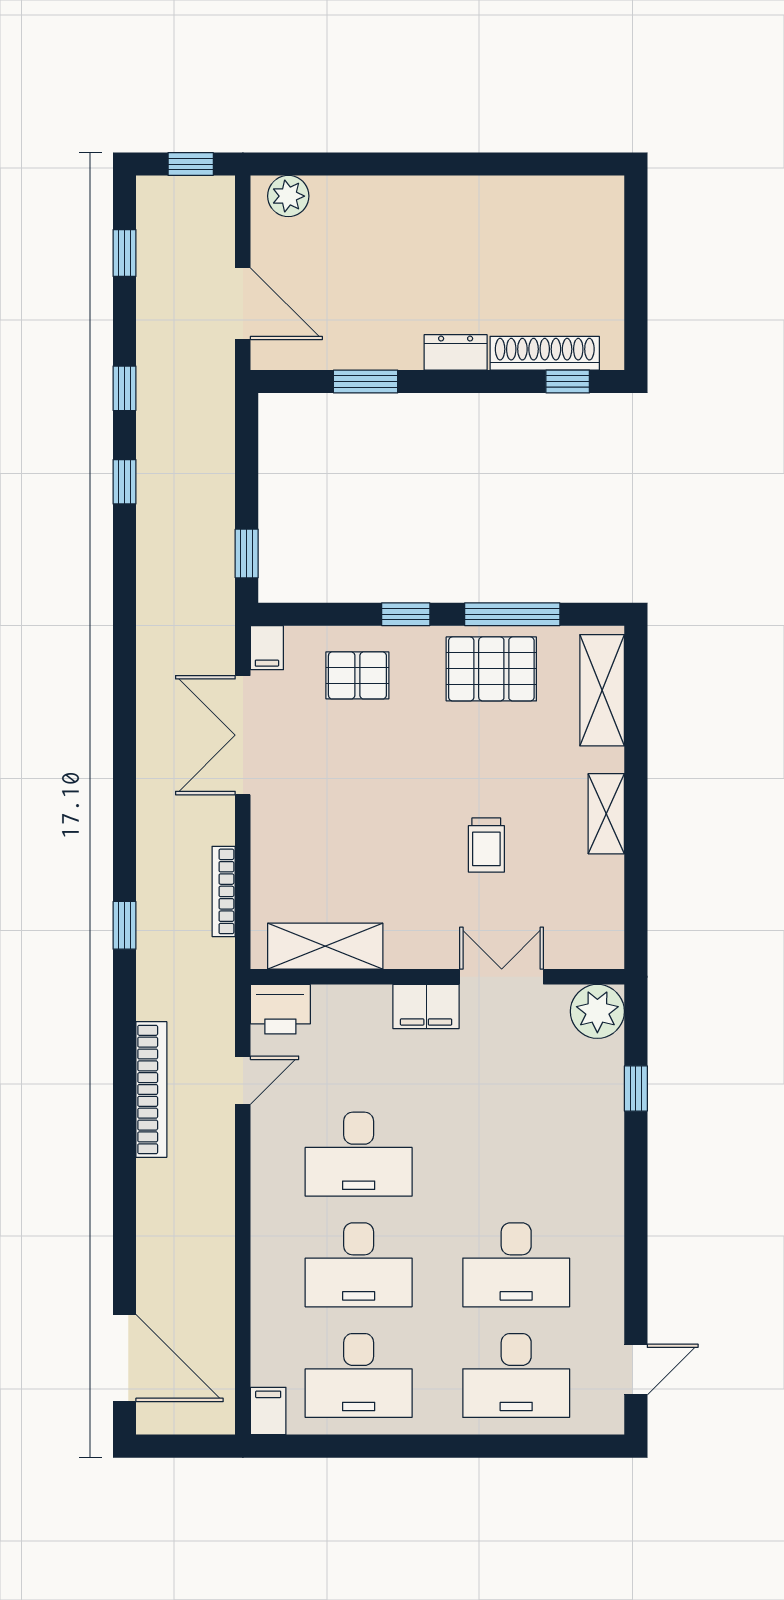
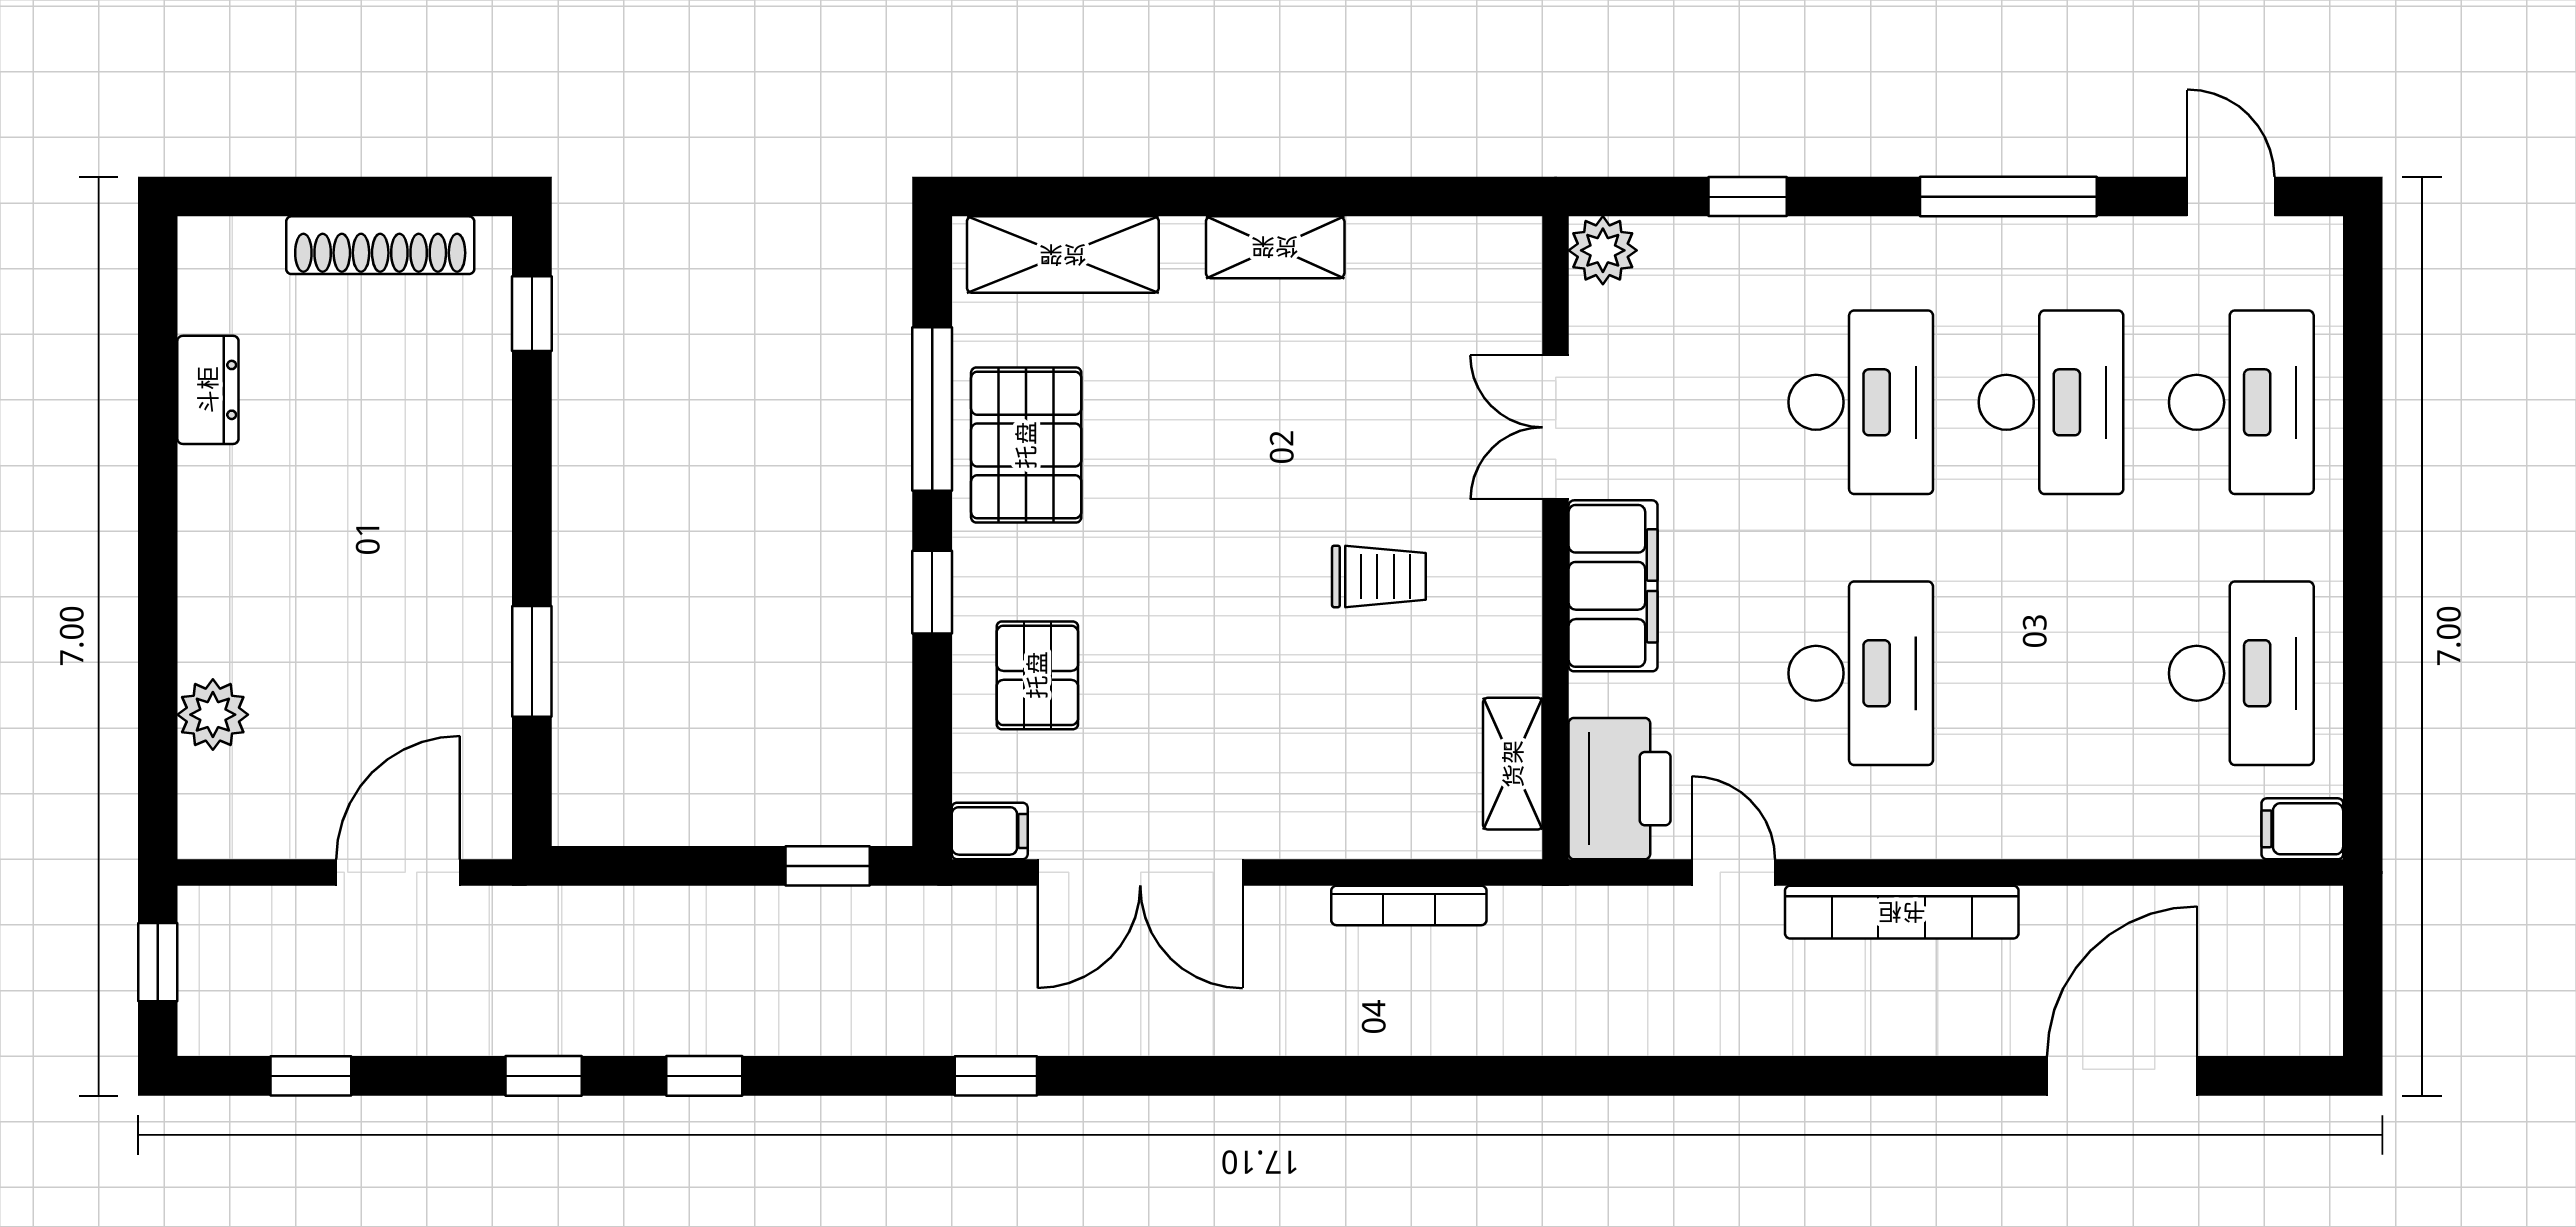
plant: (288, 196) -> (213, 715), moved
dresser: (456, 352) -> (208, 390), moved, turned 180
shoe rack: (545, 353) -> (380, 245), moved, turned -90
trolley: (486, 845) -> (1379, 576), moved
window: (125, 925) -> (996, 1076), moved
shelving: (325, 946) -> (1513, 764), width x0.67, depth x0.75
filing cabinet: (426, 1007) -> (1613, 586), width x1.50, depth x1.17
printer: (280, 1009) -> (1620, 789), width x1.37, depth x1.19
plant: (597, 1011) -> (1603, 250), width x0.73, depth x0.73
bookcase: (151, 1090) -> (1902, 912), moved, turned 180
window: (636, 1240) -> (2008, 197), added
desk: (359, 1265) -> (1861, 402), moved
door: (125, 1358) -> (2122, 1076), moved

